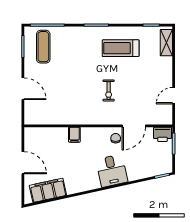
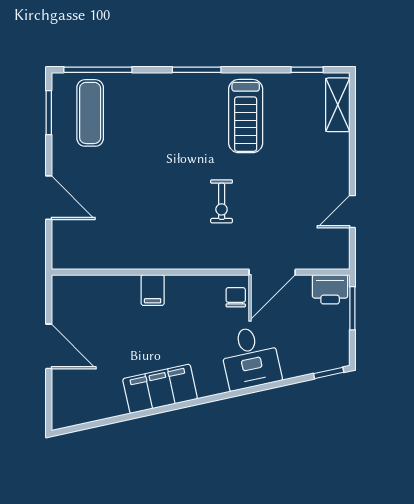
treadmill: (121, 48) -> (246, 116), turned -90
desk: (112, 171) -> (250, 358), moved
filing cabinet: (48, 190) -> (160, 389), moved

